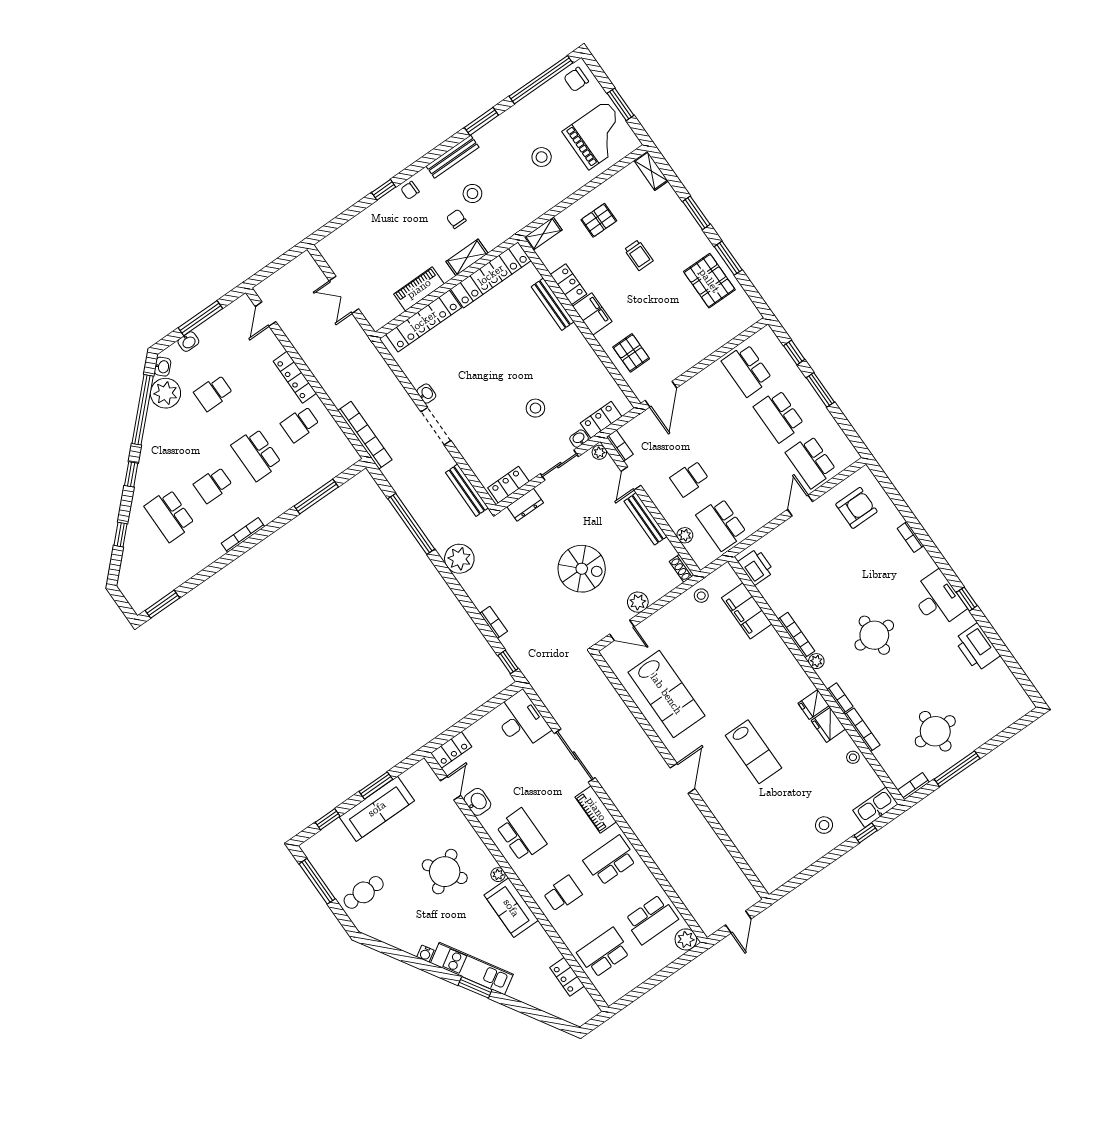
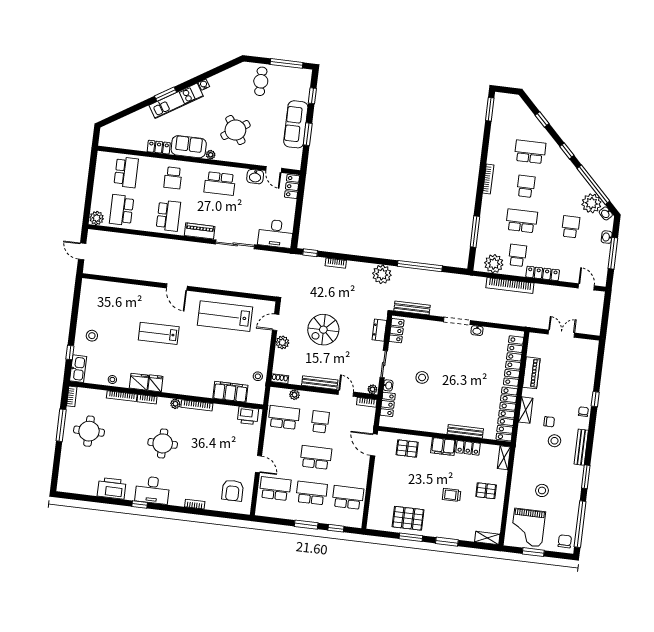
pallet: (599, 220) -> (486, 491), turned 90
bookcase: (365, 435) -> (510, 285), moved
plant: (333, 443) -> (494, 264), added
school desk: (734, 447) -> (316, 457), added
locker: (567, 977) -> (159, 147), moved

